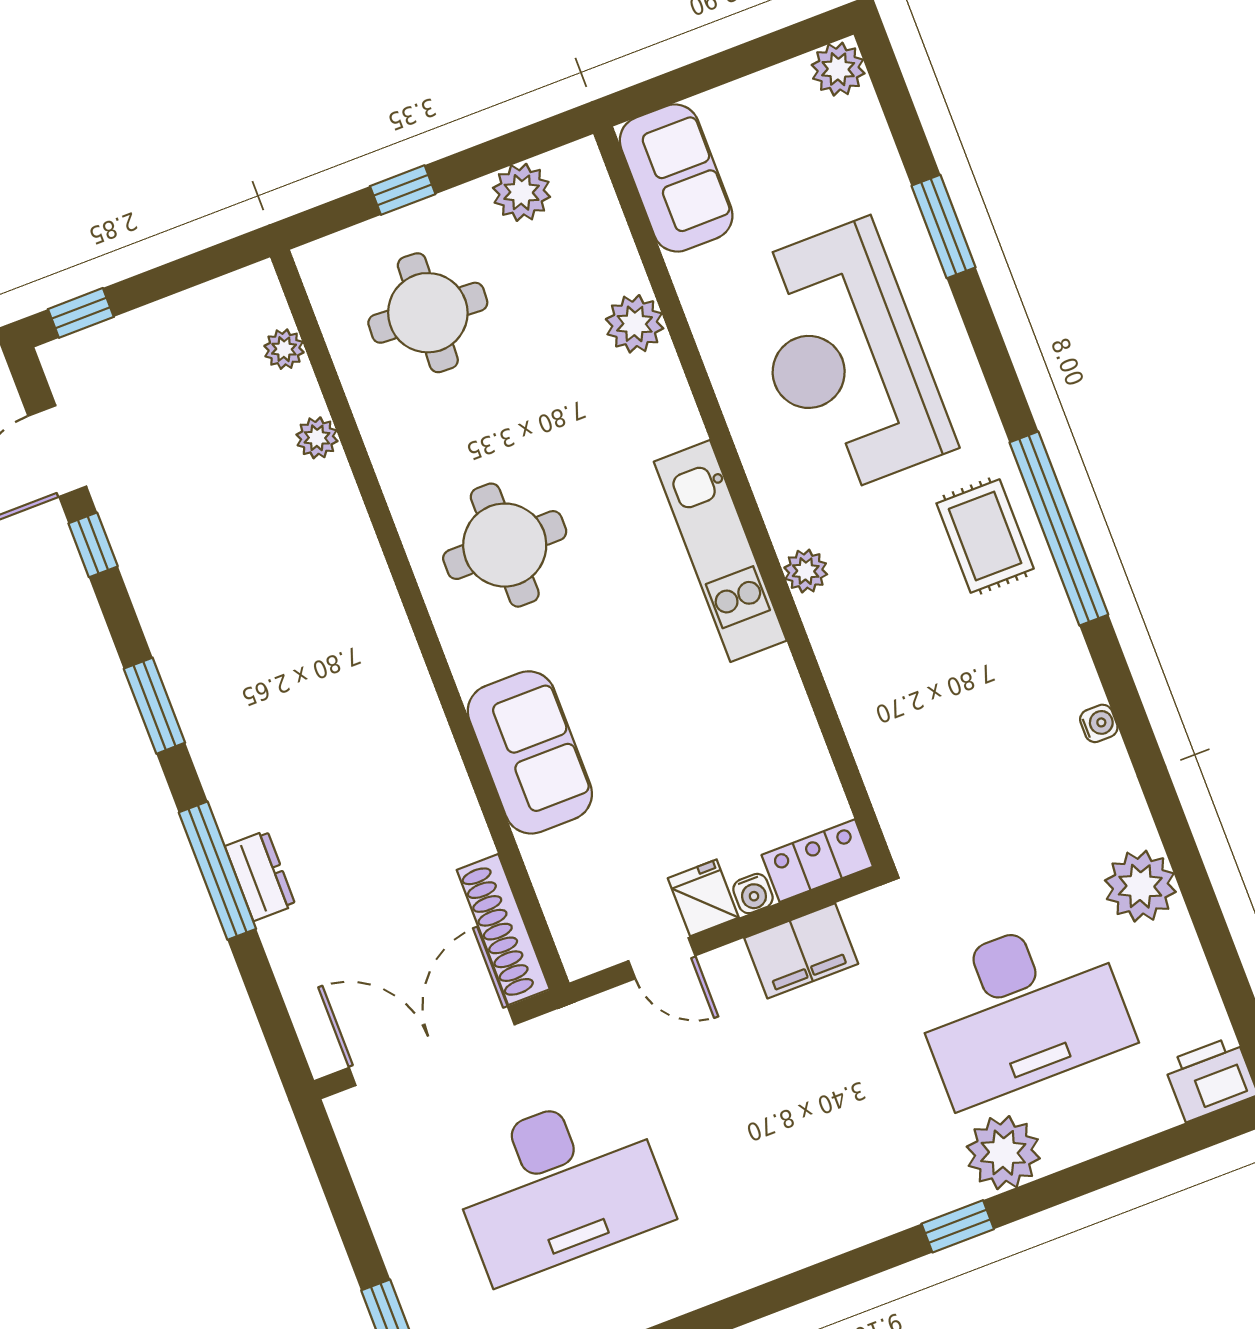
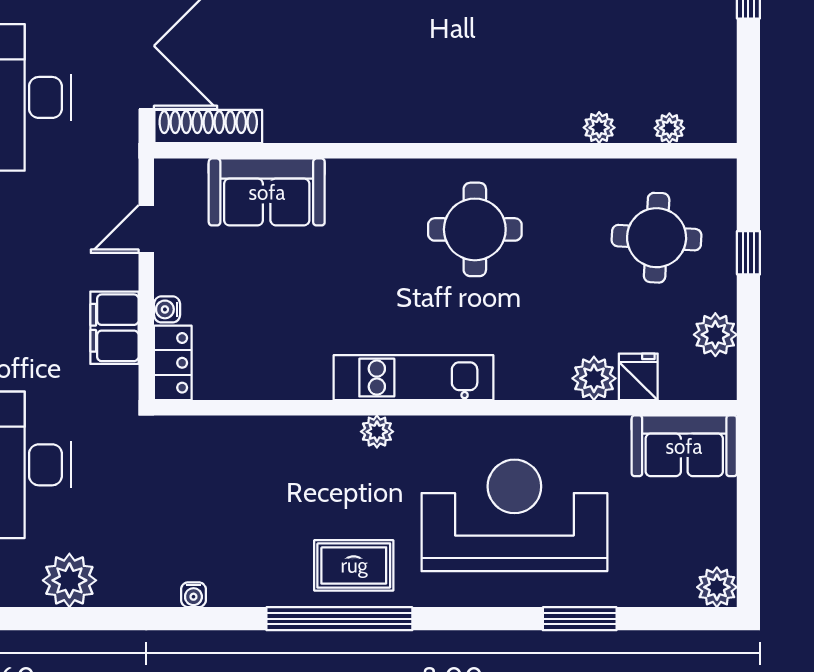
sofa: (530, 752) -> (267, 192), moved
fridge: (703, 898) -> (638, 377), moved, turned -90

